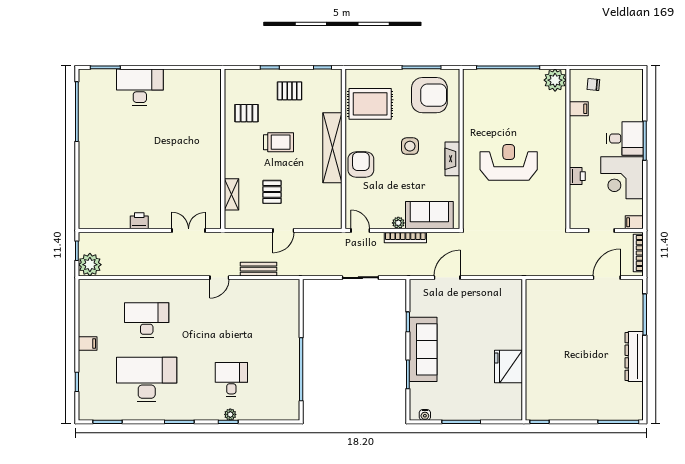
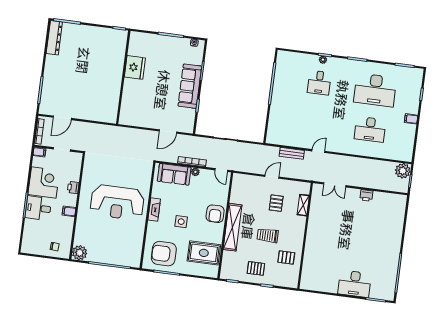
filing cabinet: (579, 109) -> (69, 211), moved
reception desk: (509, 162) -> (117, 202), width x1.36, depth x1.30
dresser: (634, 357) -> (54, 38), moved

